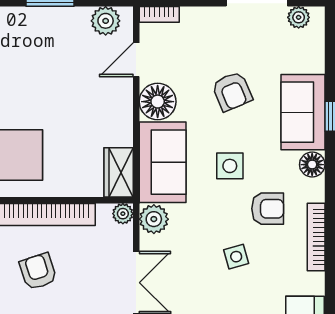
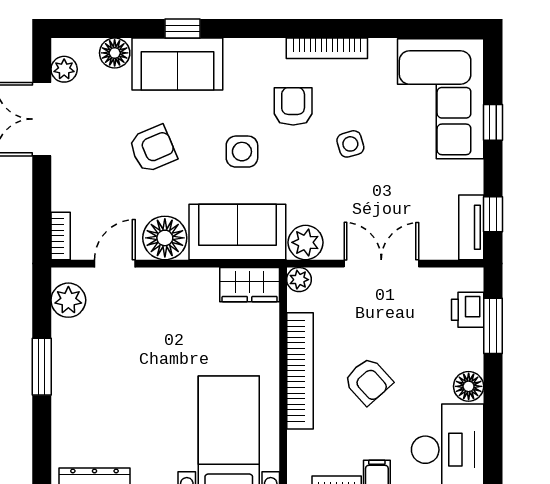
door: (136, 60) -> (115, 264), swing flipped
floor lamp: (312, 165) -> (115, 53), moved
armchair: (38, 271) -> (368, 381), turned -114

